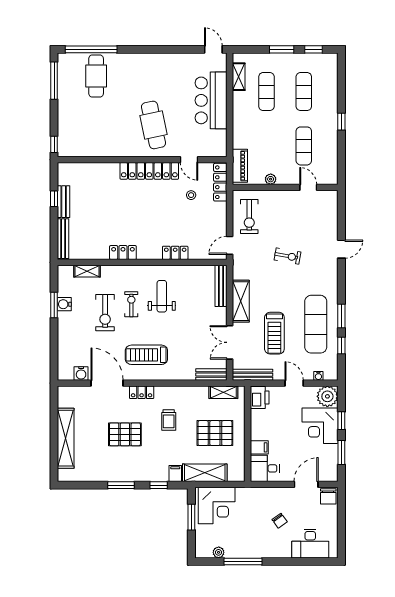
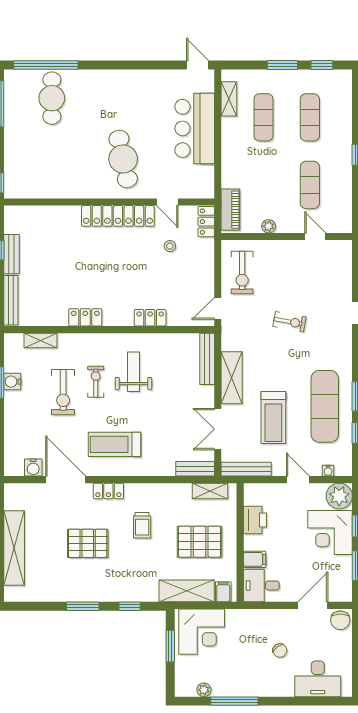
locker: (220, 182) -> (206, 222), width x0.66
printer: (260, 398) -> (255, 520), moved
filing cabinet: (175, 474) -> (223, 592), moved

